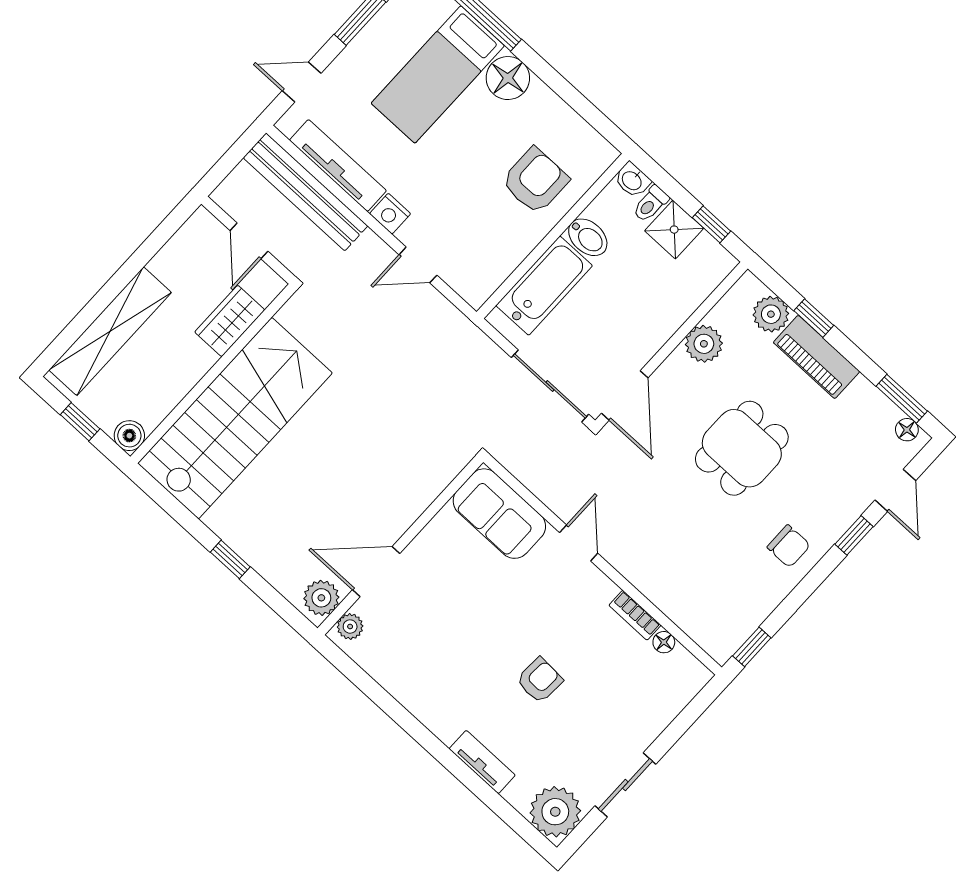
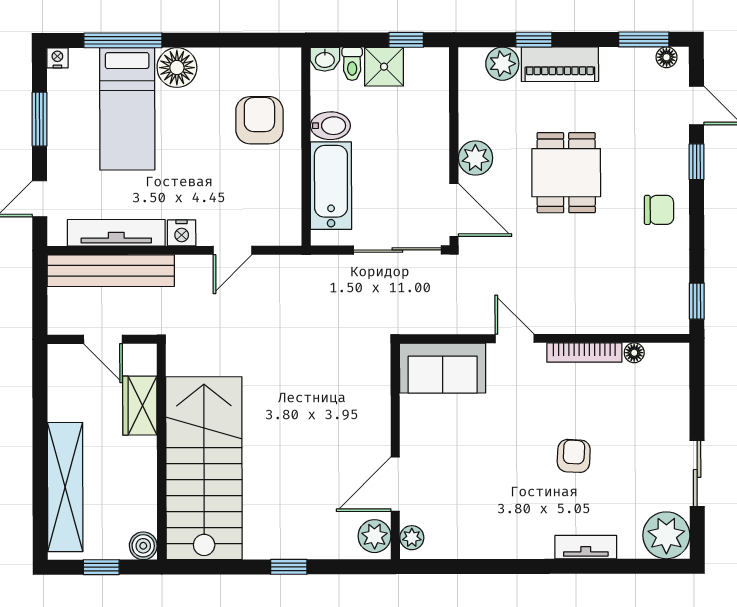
plant: (704, 344) -> (475, 158), moved
bookcase: (635, 615) -> (584, 352), width x1.56

